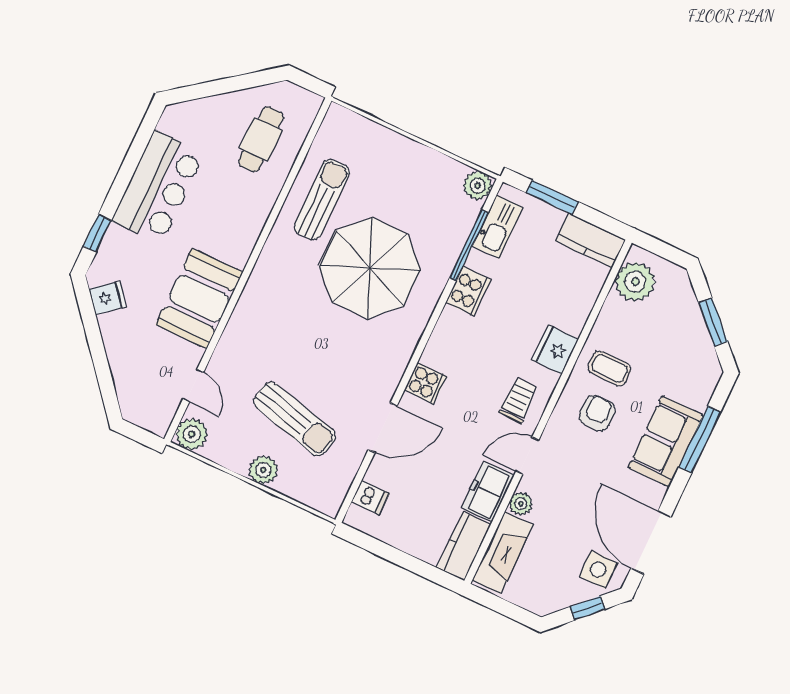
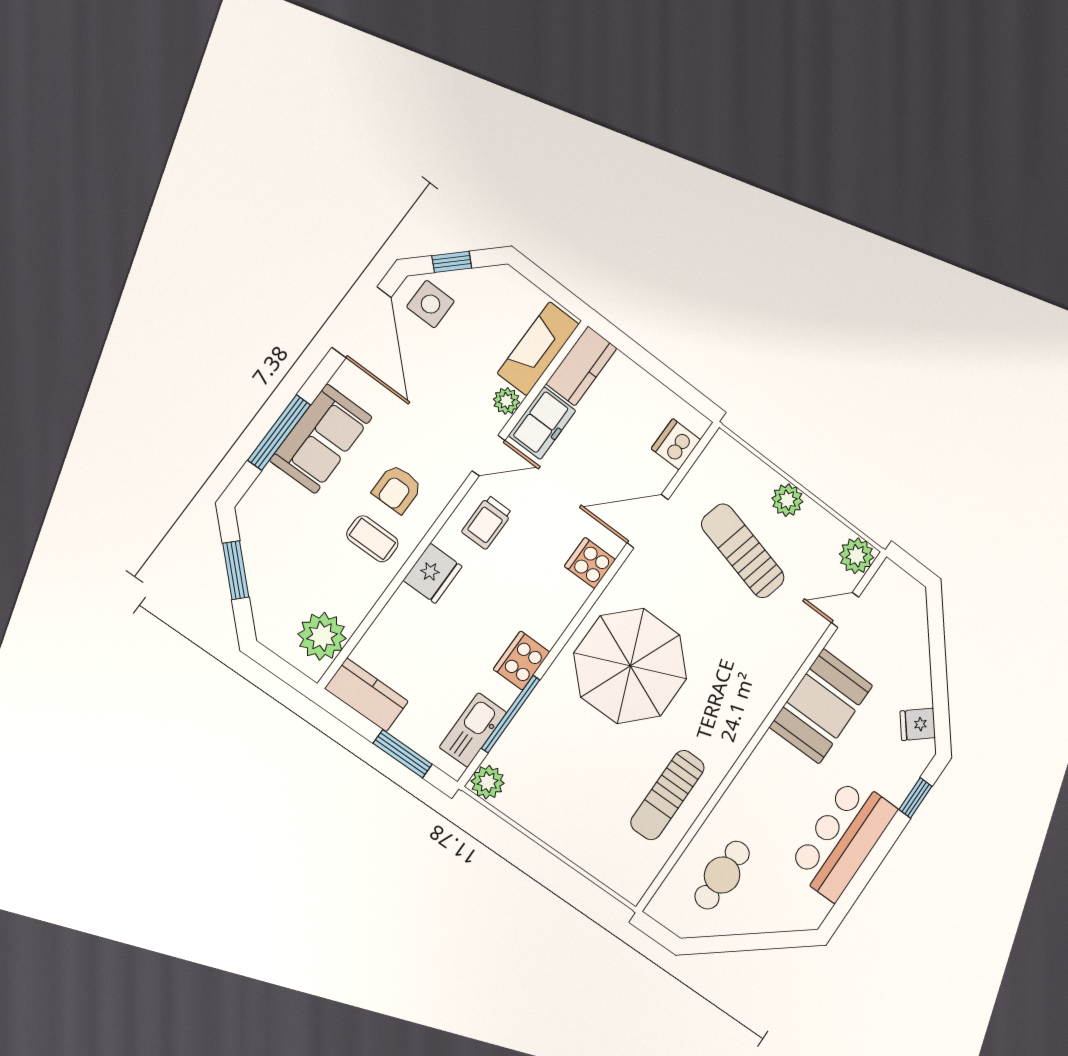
parasol: (370, 268) -> (630, 666), moved
door: (193, 386) -> (845, 610), hinge flipped
dishwasher: (370, 498) -> (676, 444), width x1.38

